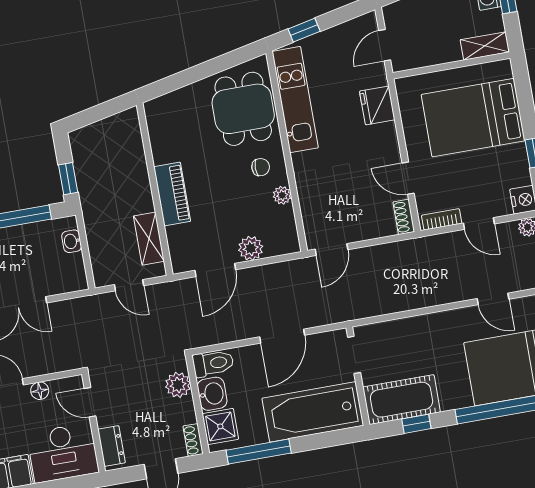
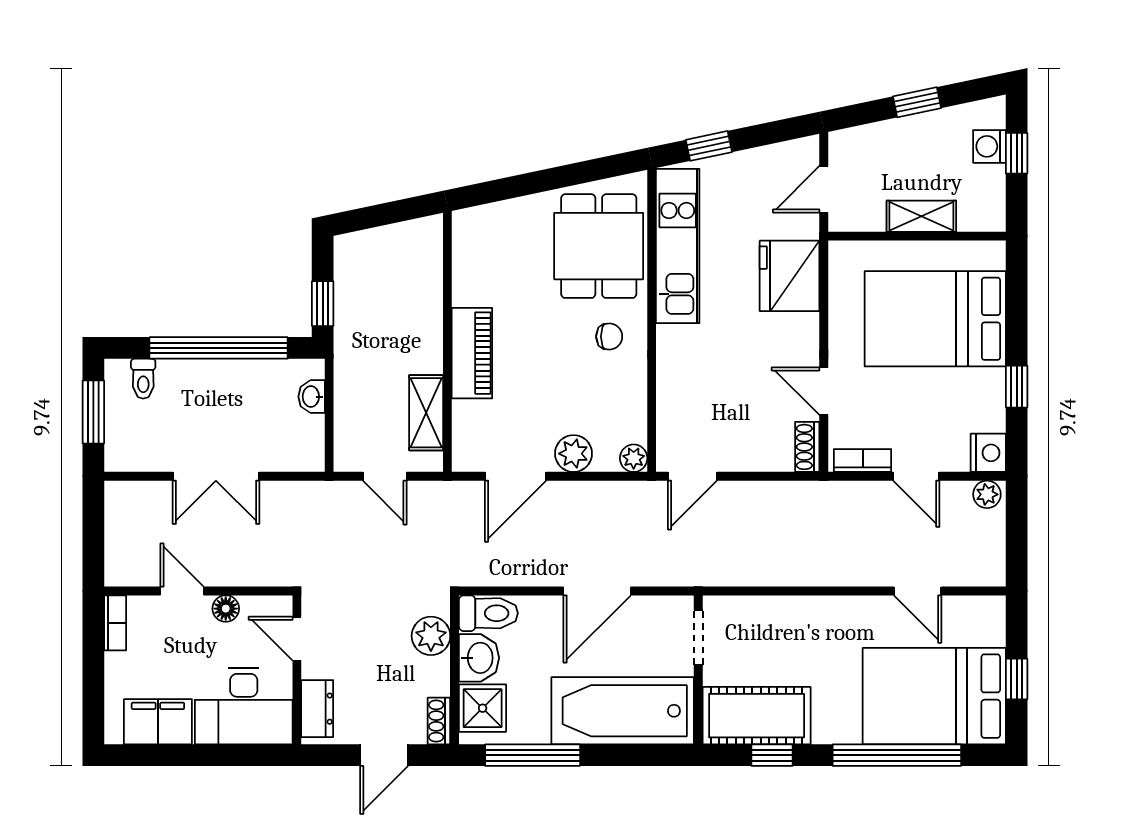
shelving: (485, 46) -> (921, 216), moved
fridge: (377, 105) -> (790, 276), width x1.36, depth x1.34
plant: (282, 195) -> (634, 458), moved

